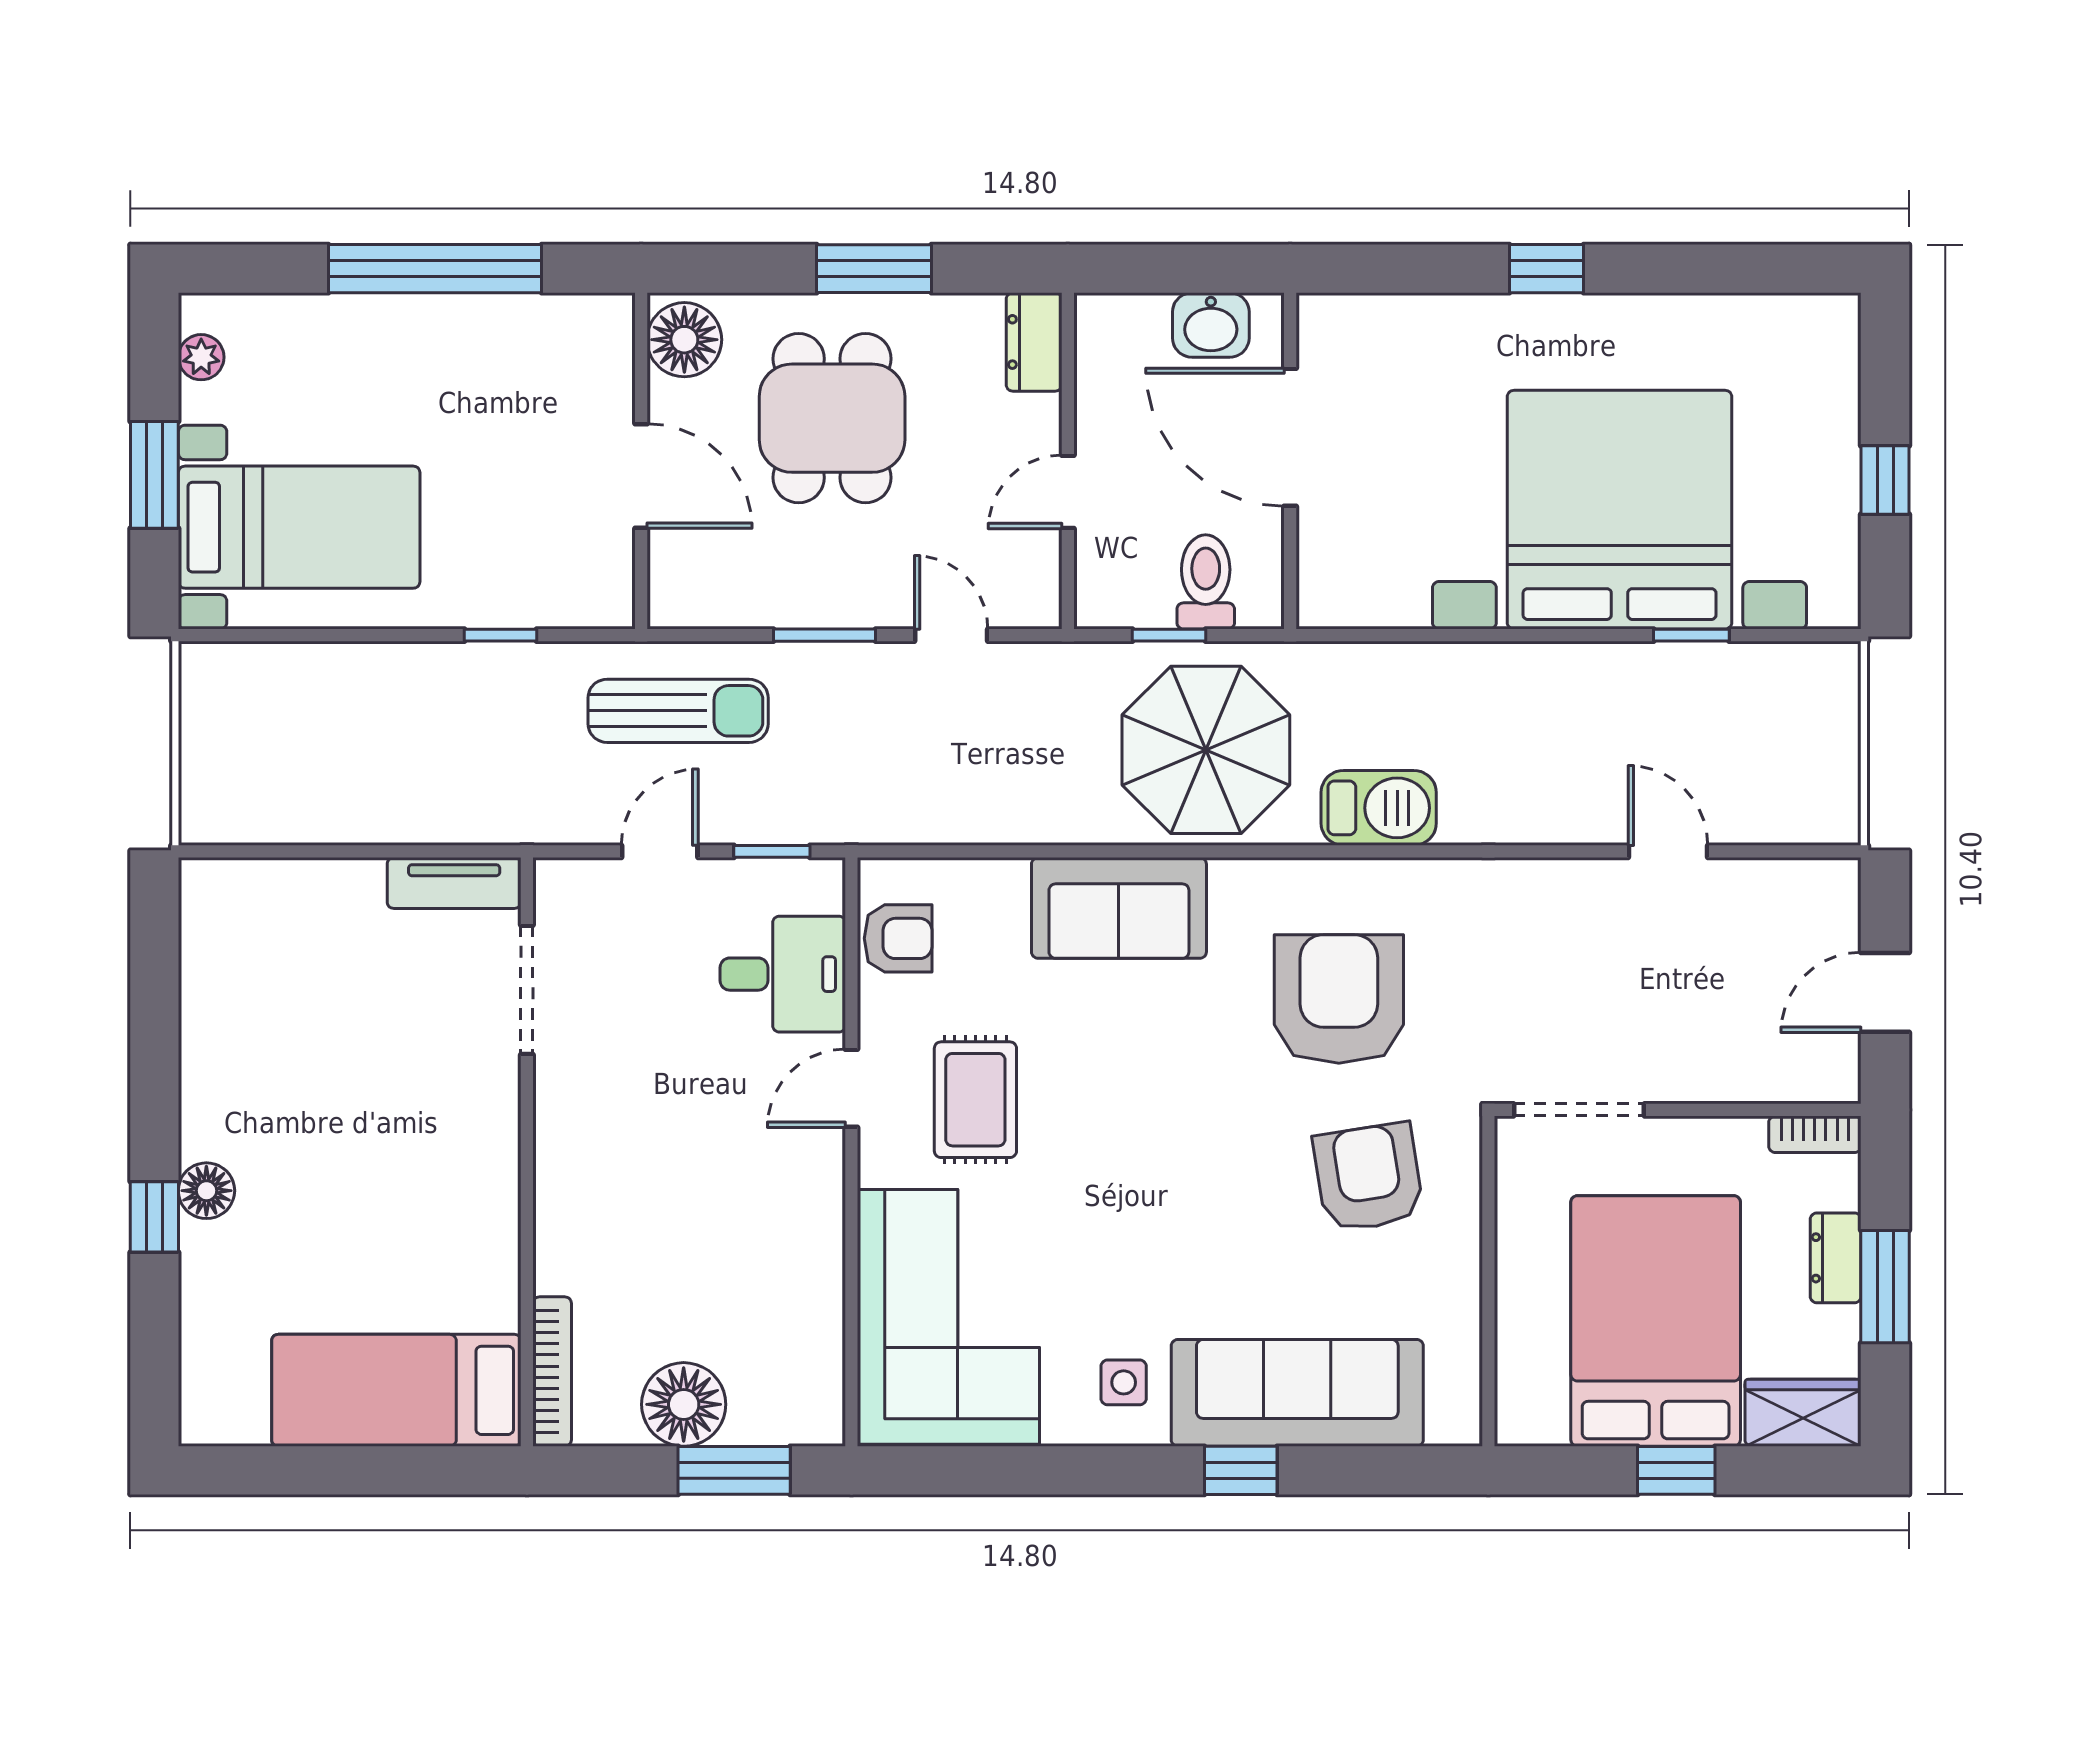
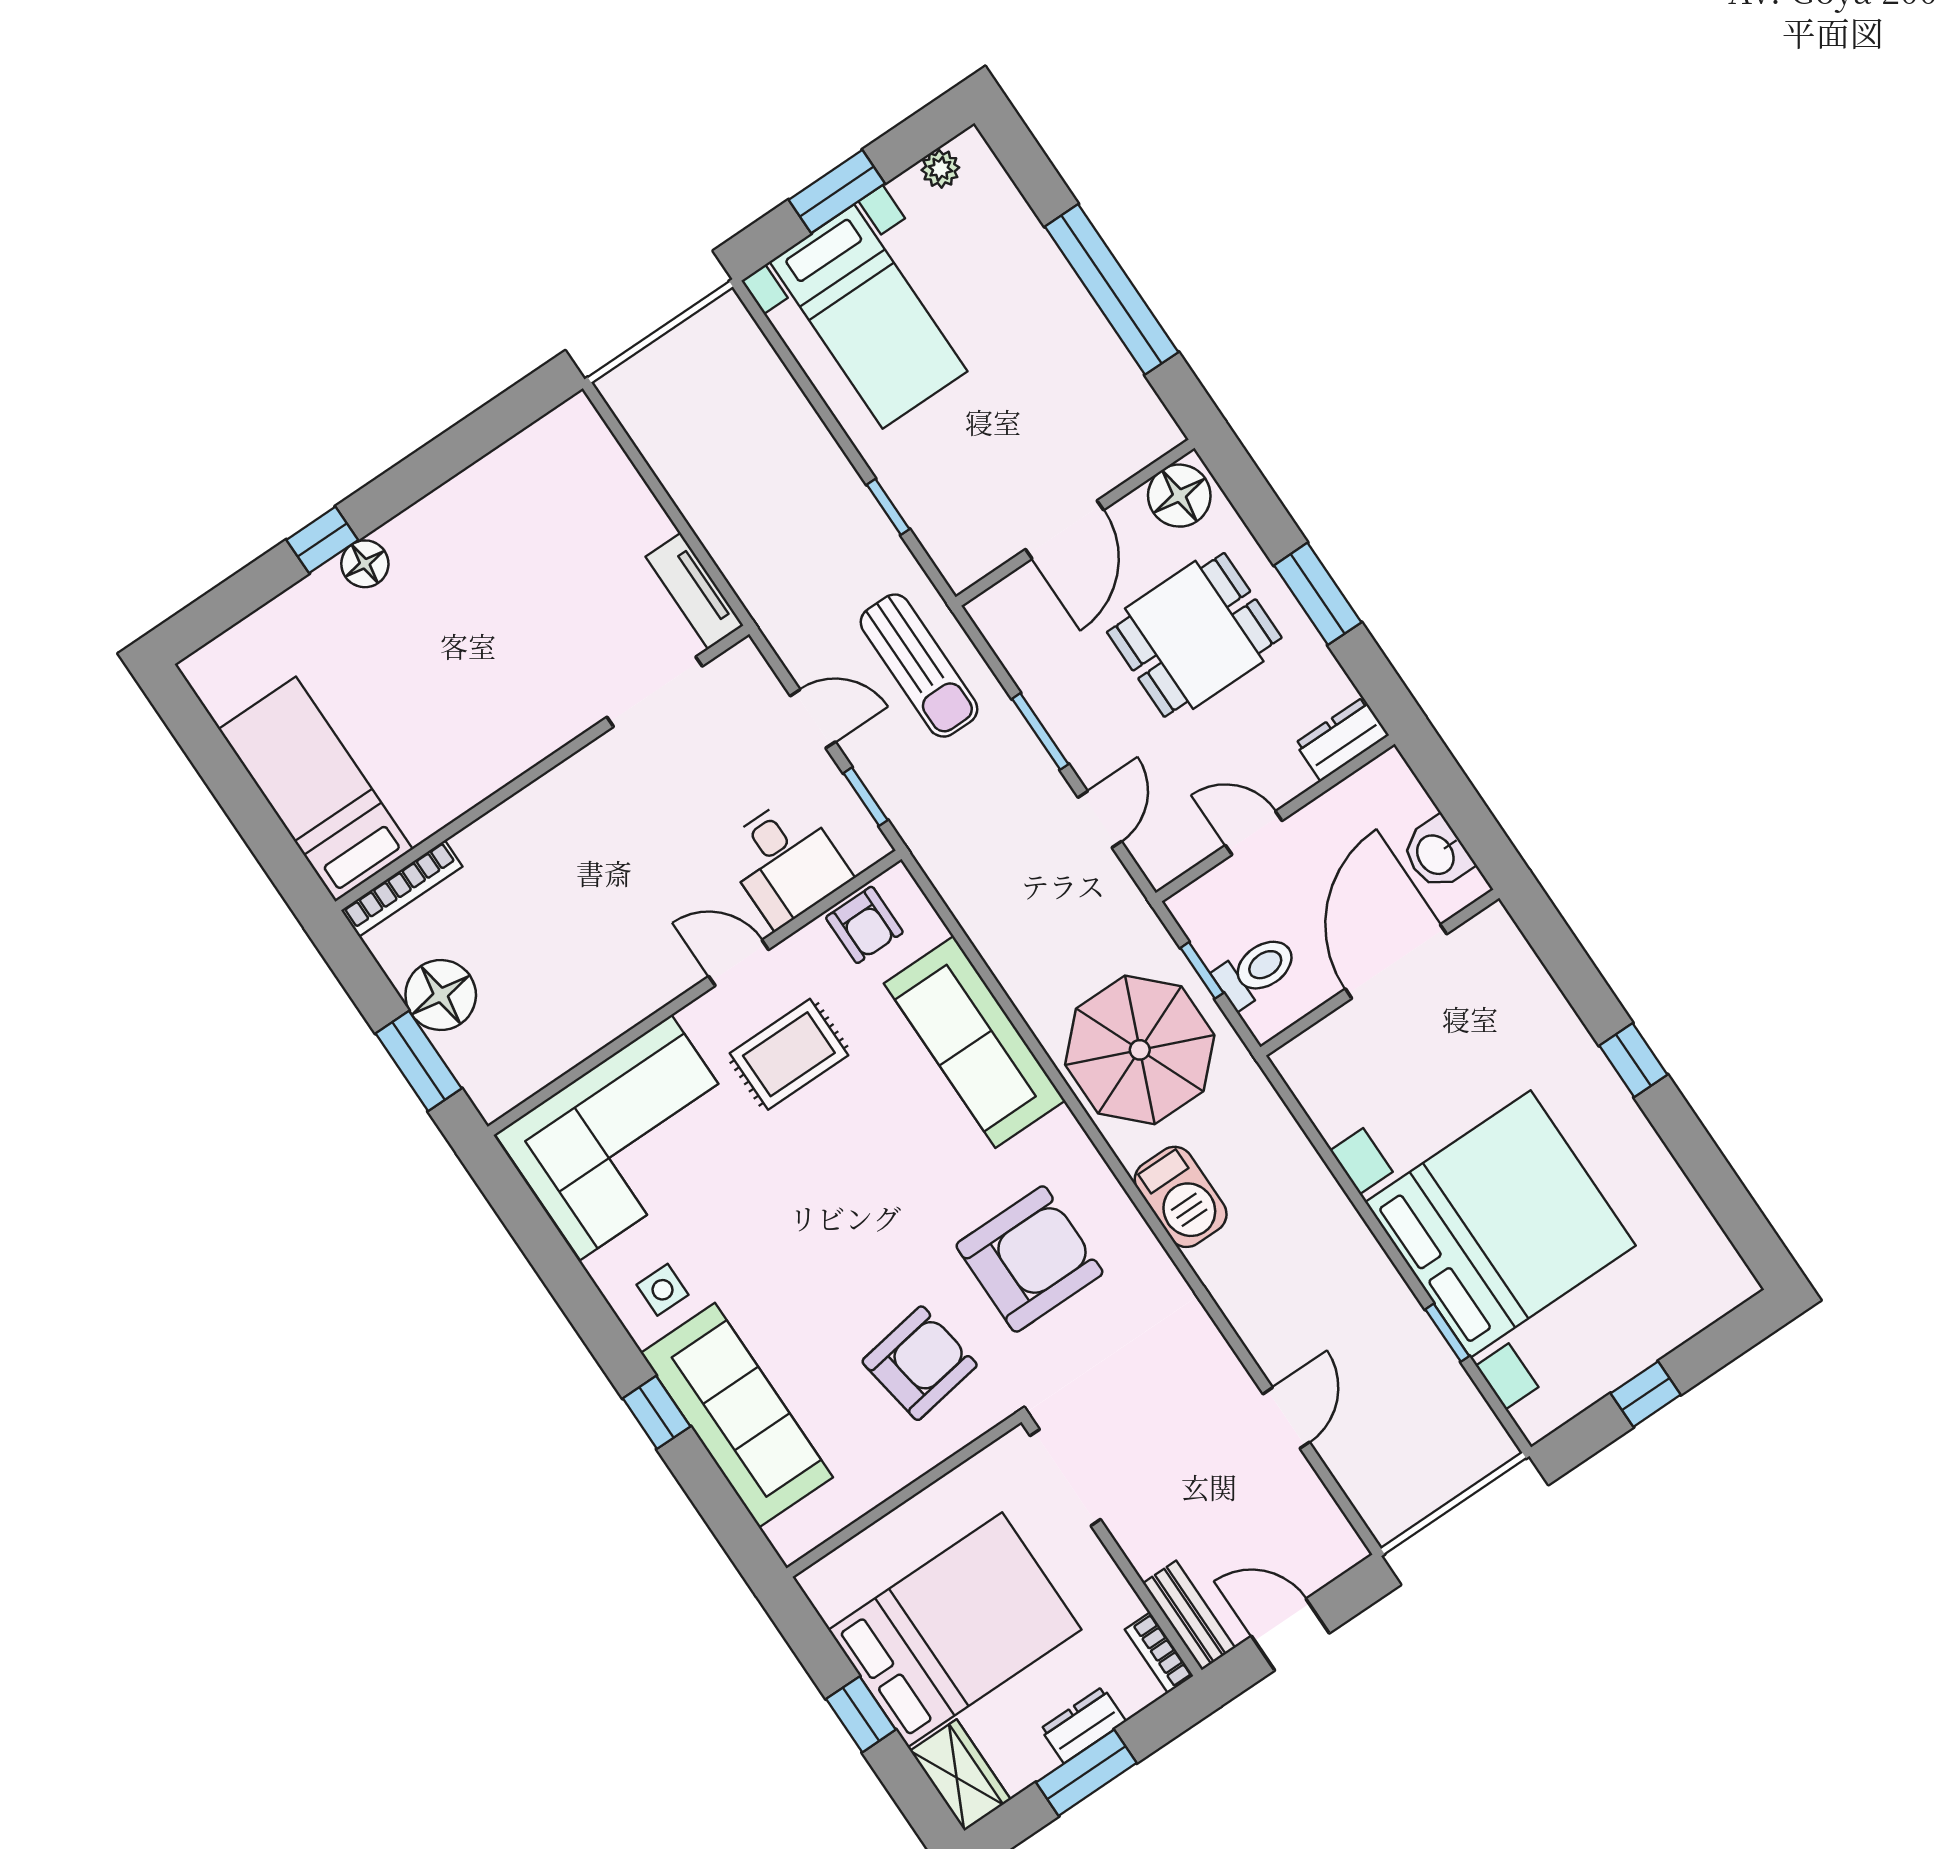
sofa: (1119, 908) -> (975, 1042), width x1.36
bench: (1798, 1080) -> (1189, 1615), added

